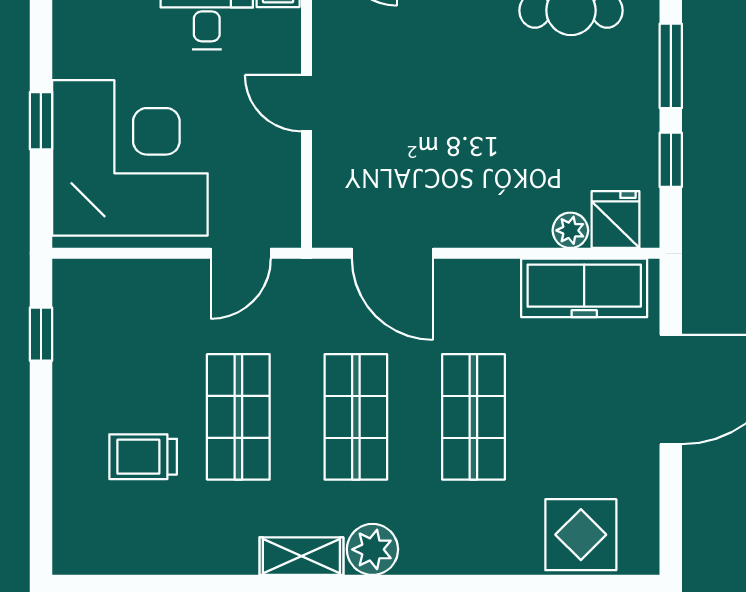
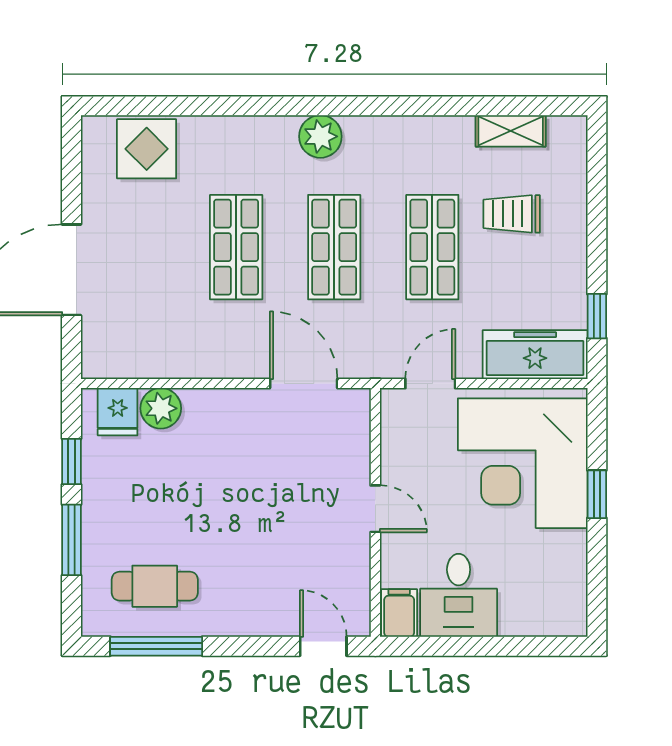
plant: (570, 230) -> (161, 408), width x1.38, depth x1.38
freezer: (584, 288) -> (535, 355), moved
trolley: (143, 457) -> (512, 214), turned 180
shelving: (301, 556) -> (511, 131), moved

